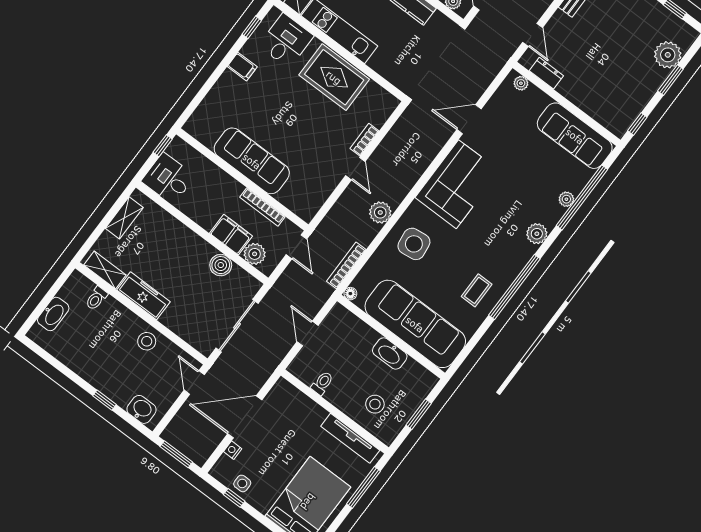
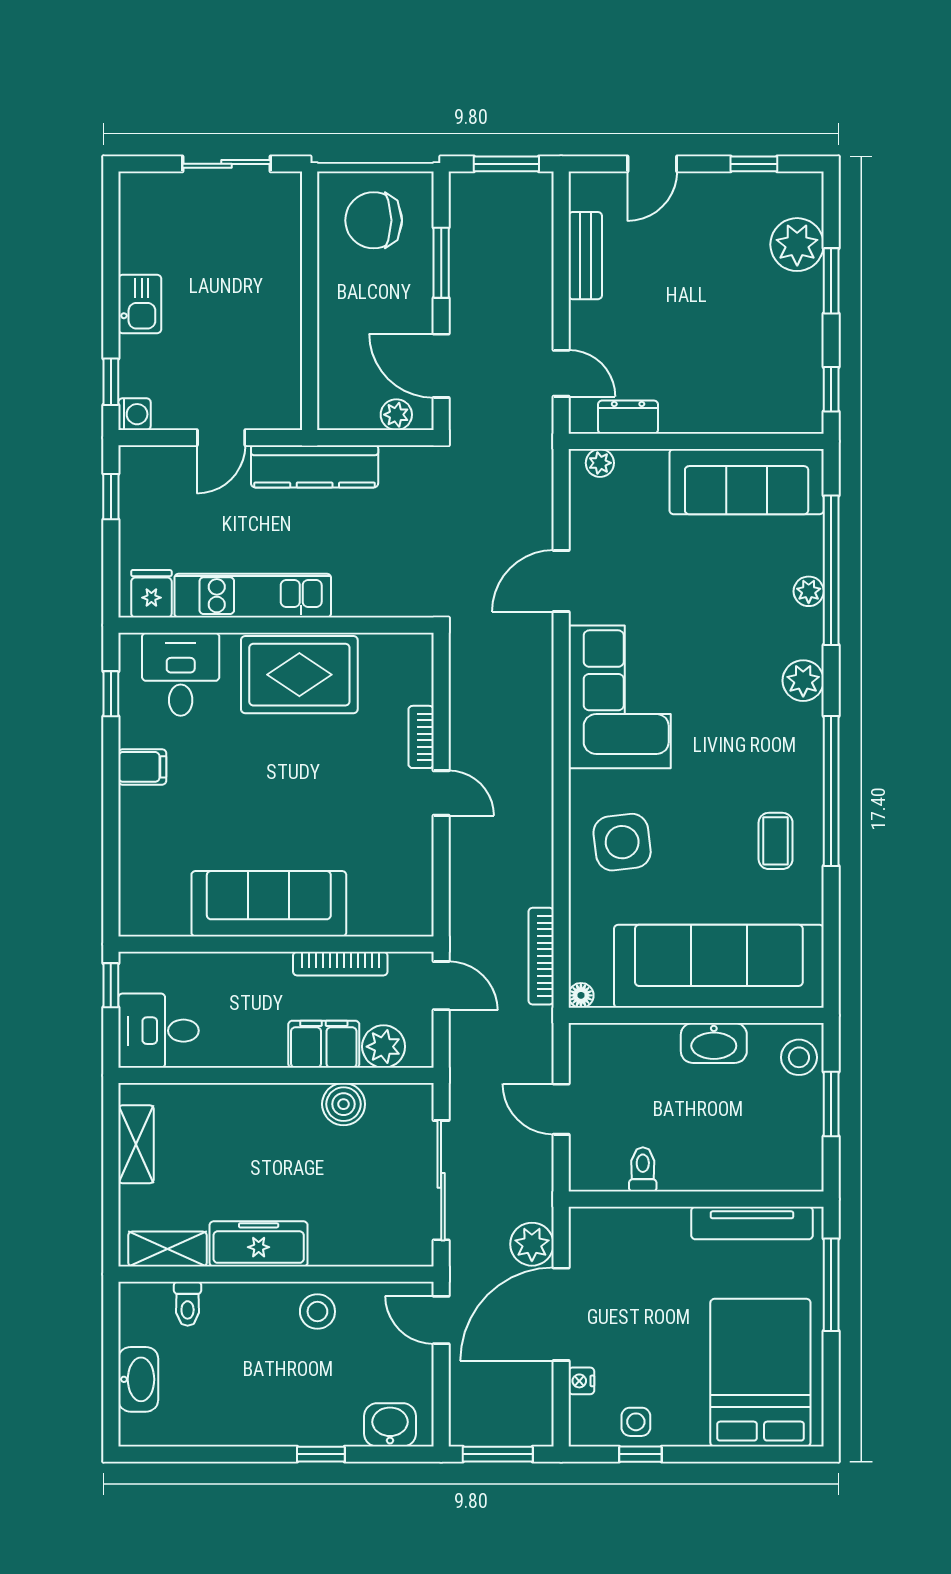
plant: (380, 212) -> (532, 1244), moved
stool: (375, 404) -> (799, 1057), moved

